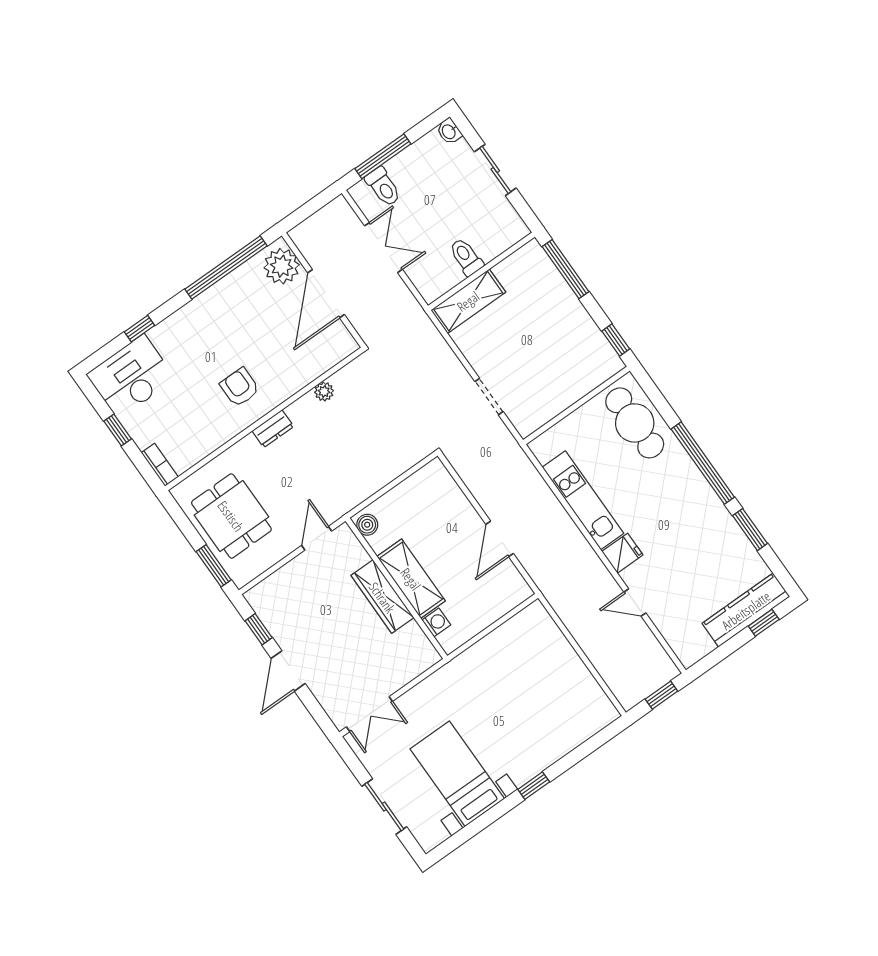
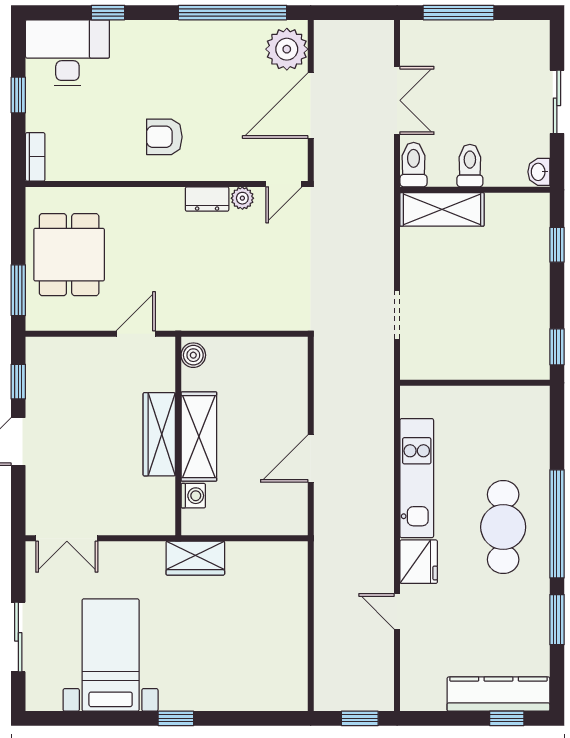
washbasin: (449, 131) -> (539, 172), moved
toilet: (383, 187) -> (414, 165), moved, turned 180
window: (566, 269) -> (557, 245), width x0.46
door: (346, 361) -> (284, 184), added
armchair: (240, 387) -> (164, 137), turned -90
cafe table: (635, 423) -> (503, 527), moved
dresser: (273, 429) -> (207, 199), moved
fridge: (622, 553) -> (419, 562), width x1.38
wardrobe: (468, 665) -> (195, 558), added

